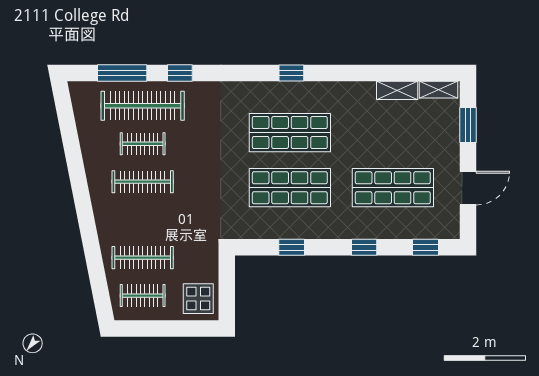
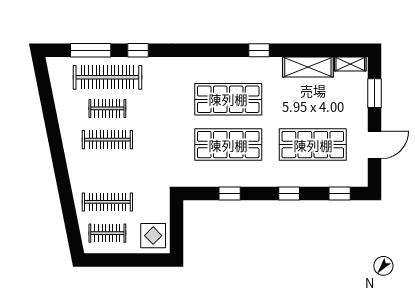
window: (291, 73) -> (259, 50), moved
shelving: (397, 90) -> (308, 67), width x1.50, depth x1.33

